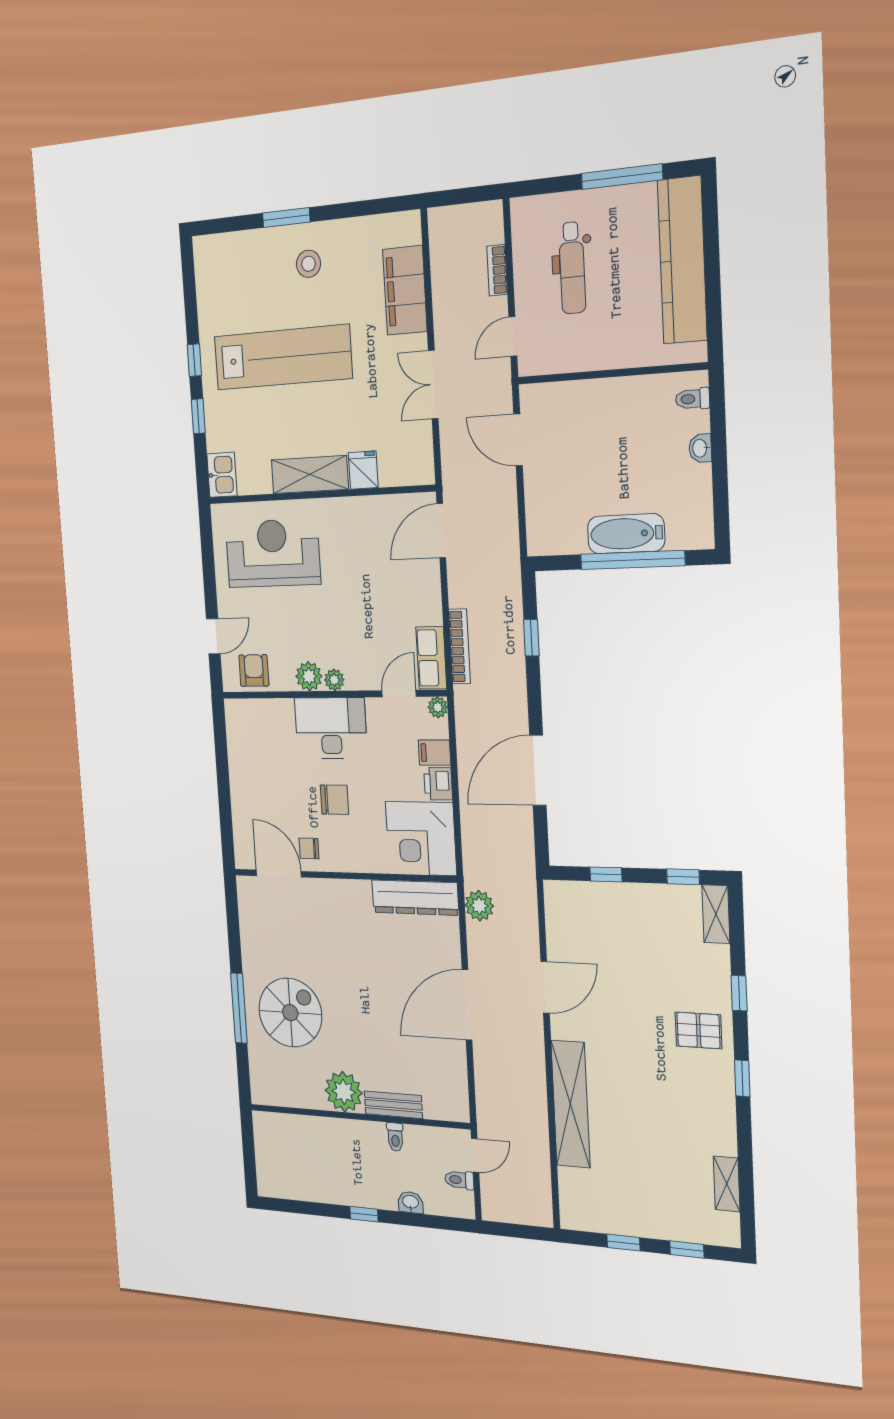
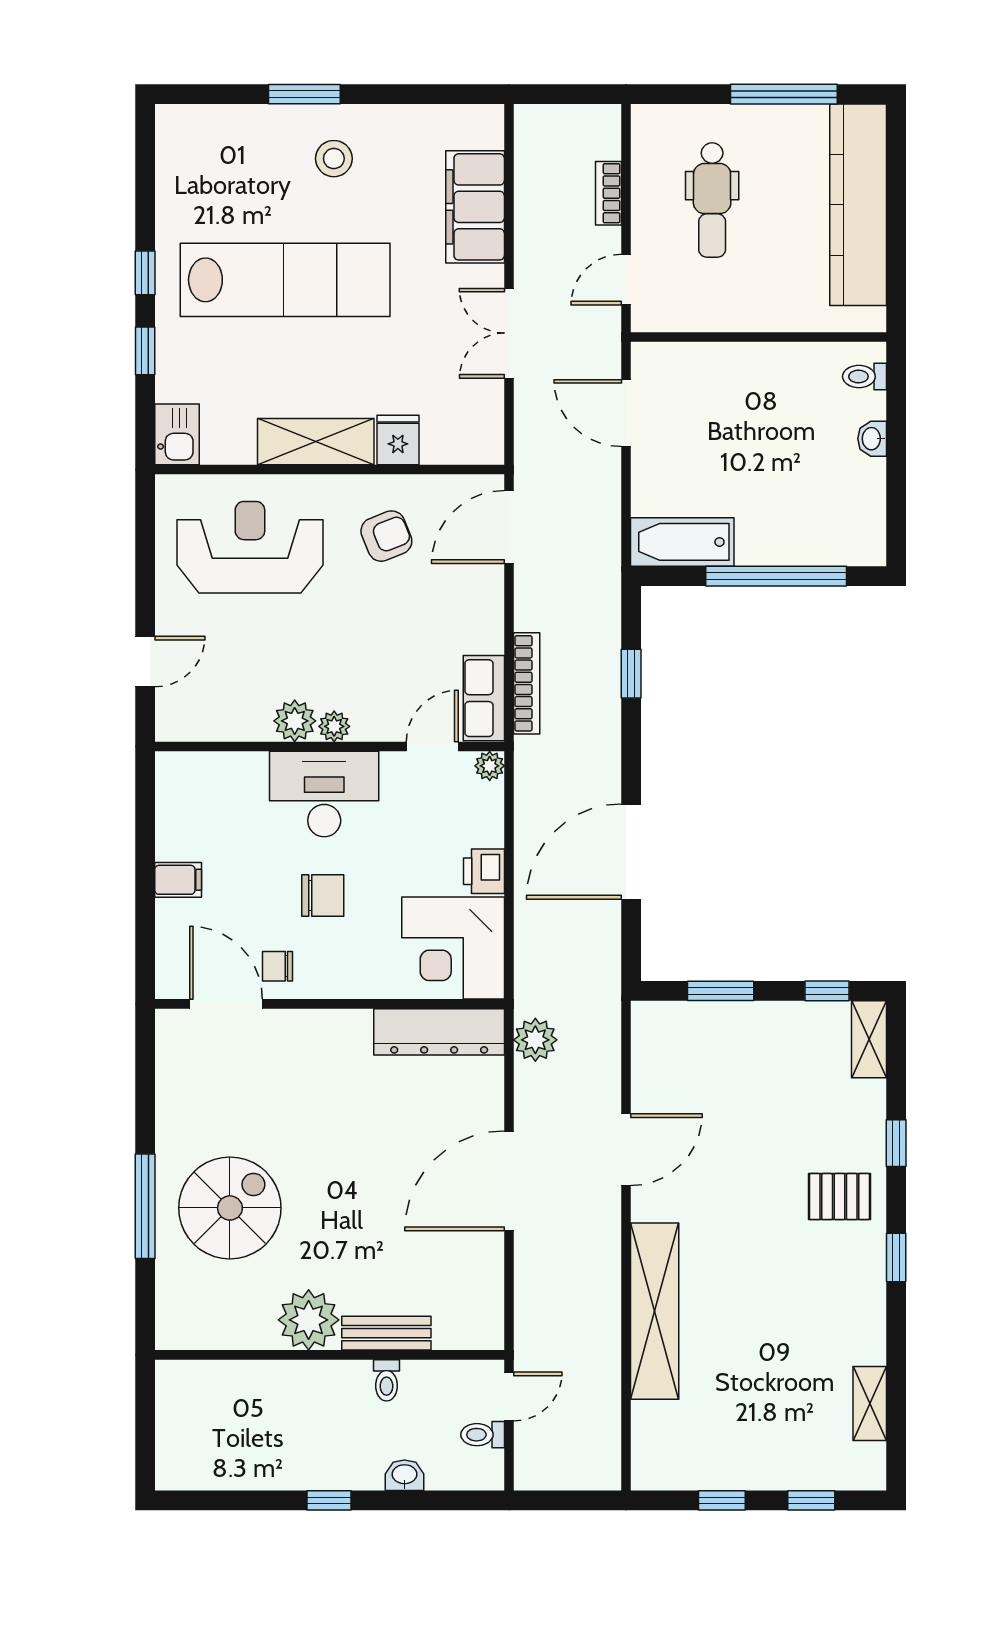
bathtub: (626, 534) -> (682, 542), moved
armchair: (254, 671) -> (386, 536), moved, turned 68
filing cabinet: (435, 753) -> (178, 880), moved, turned 180
window: (606, 874) -> (721, 991), width x1.50

